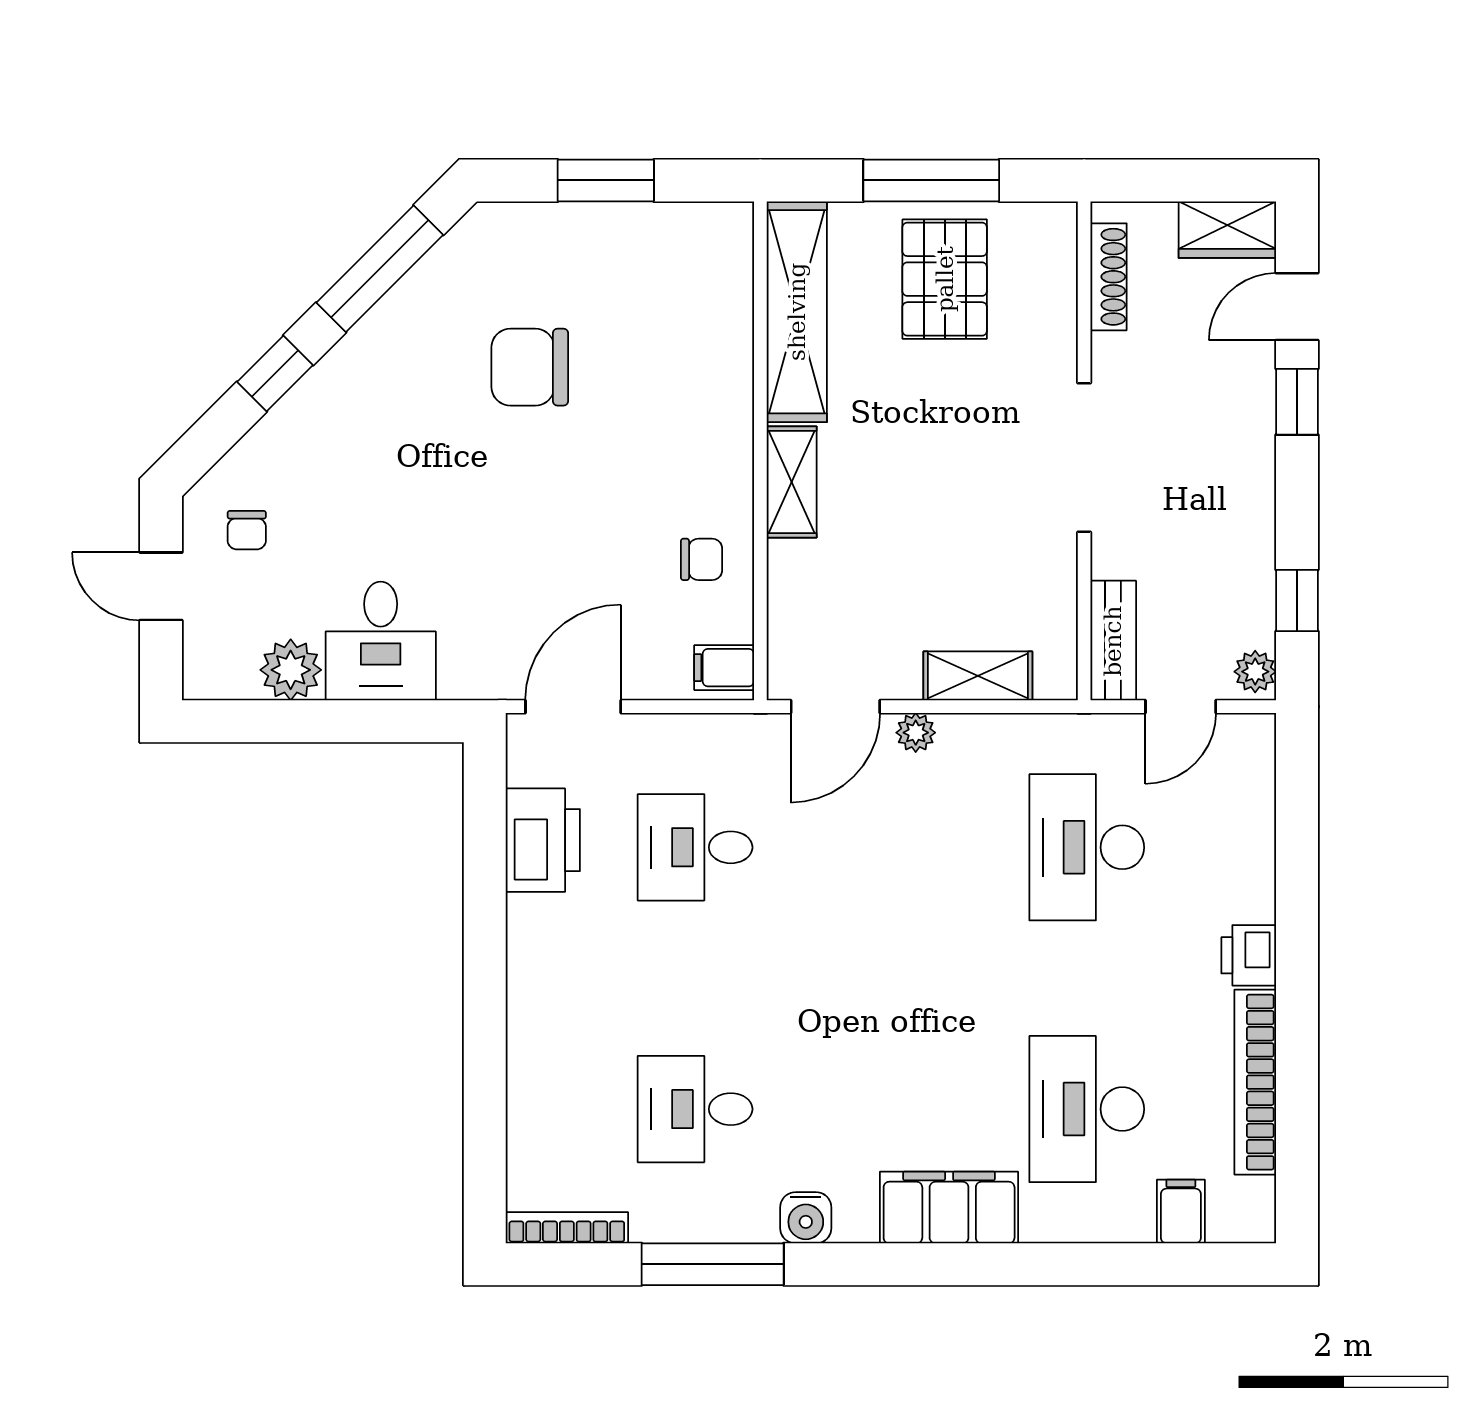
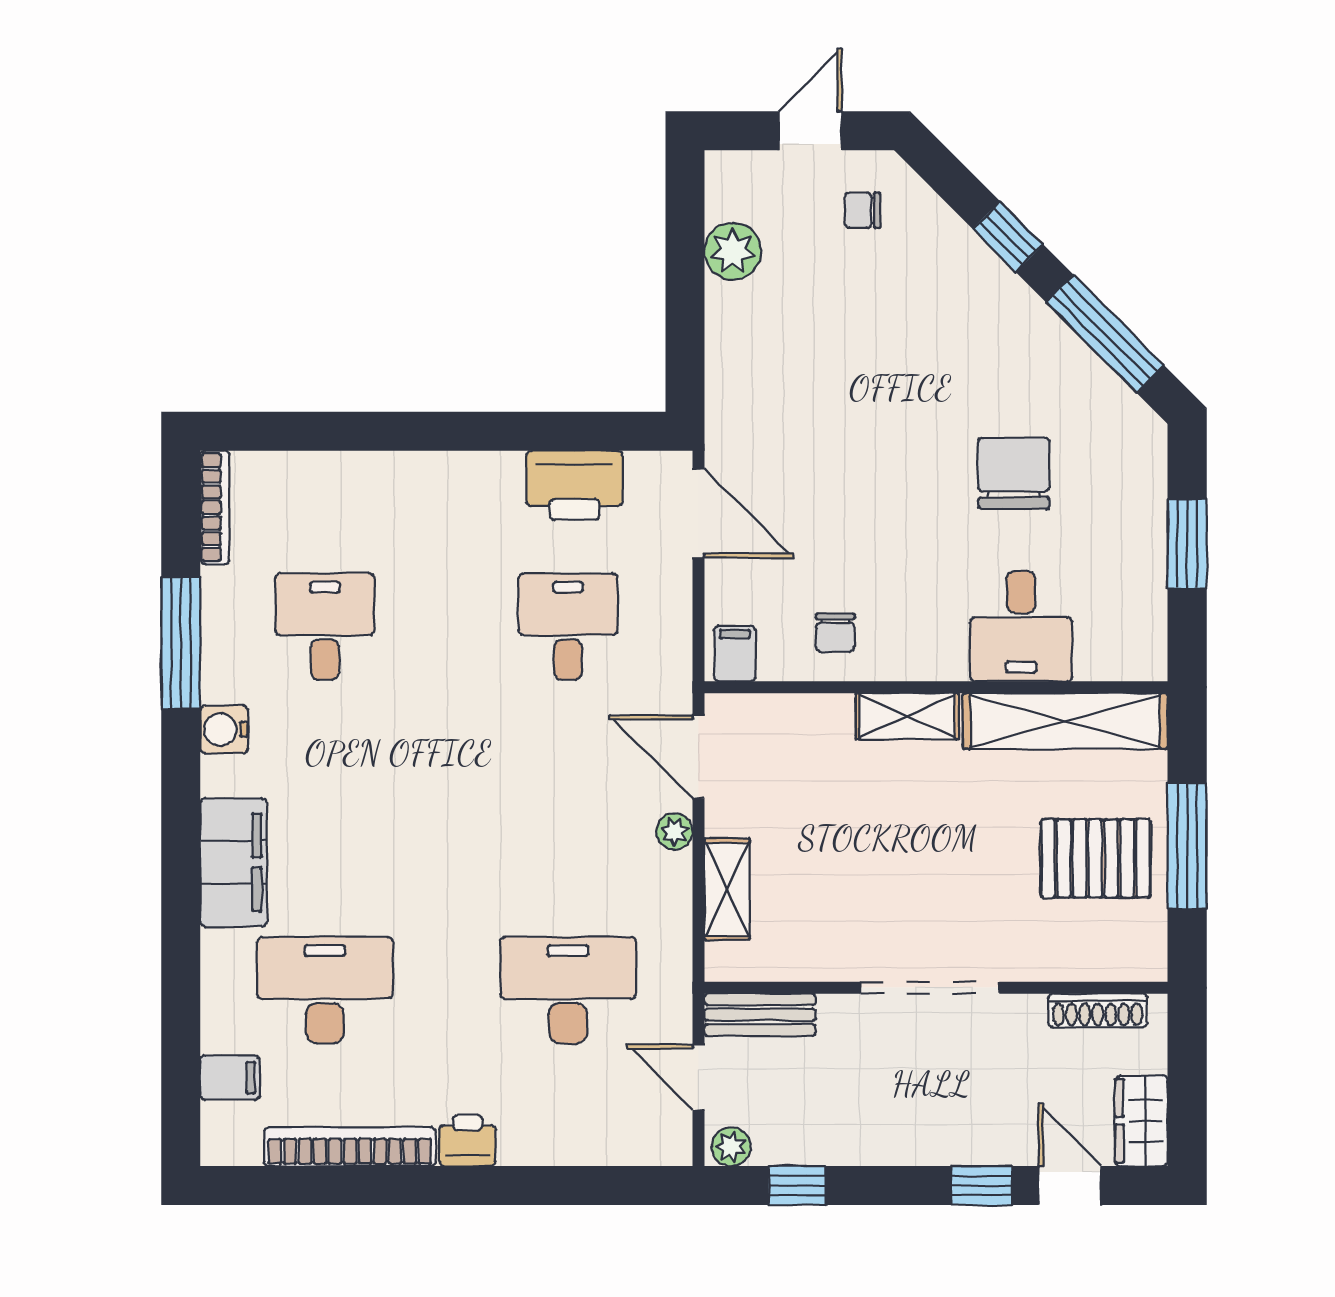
desk: (381, 641) -> (1021, 626), moved, turned -90

